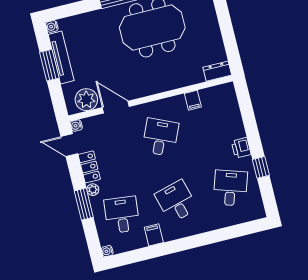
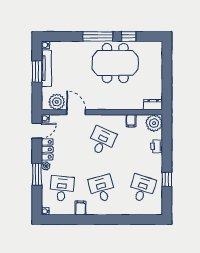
plant: (225, 96) -> (154, 123), added
door: (69, 145) -> (37, 131), swing flipped
printer: (241, 148) -> (157, 146), moved

